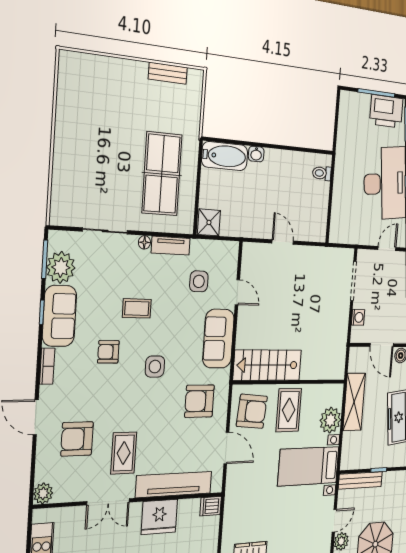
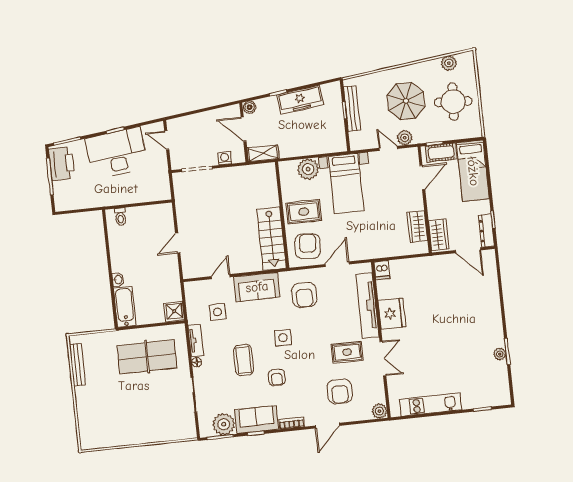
bench: (168, 73) -> (77, 365), width x1.36
coffee table: (137, 308) -> (244, 360), width x1.36, depth x1.30
door: (382, 345) -> (244, 129), swing flipped
shelving: (354, 402) -> (263, 153), moved, width x0.67, depth x0.75
bench: (360, 480) -> (352, 108), moved

